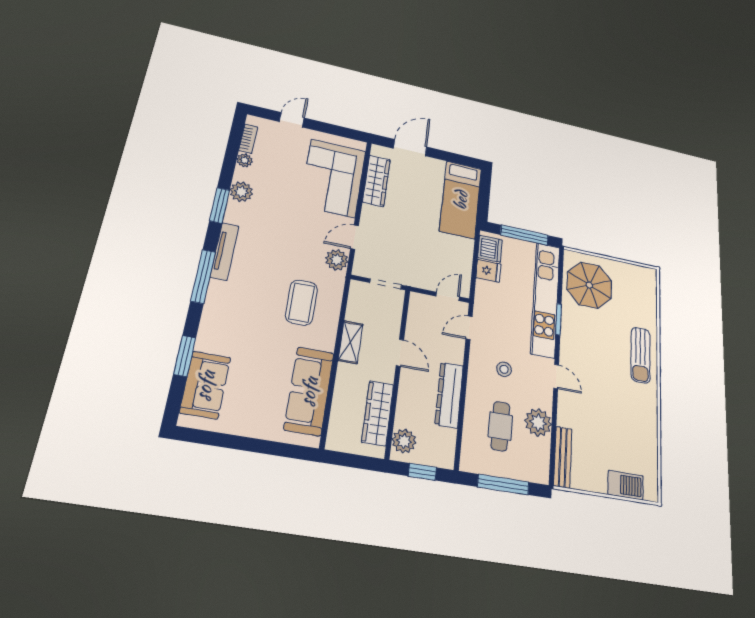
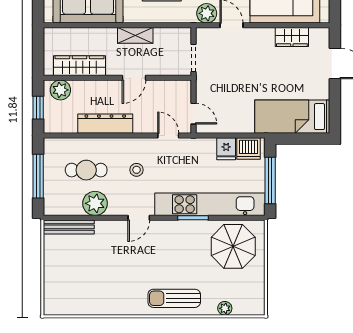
wardrobe: (376, 181) -> (292, 37), width x0.67
plant: (650, 306) -> (225, 308), added
barbecue: (626, 485) -> (54, 285), removed

